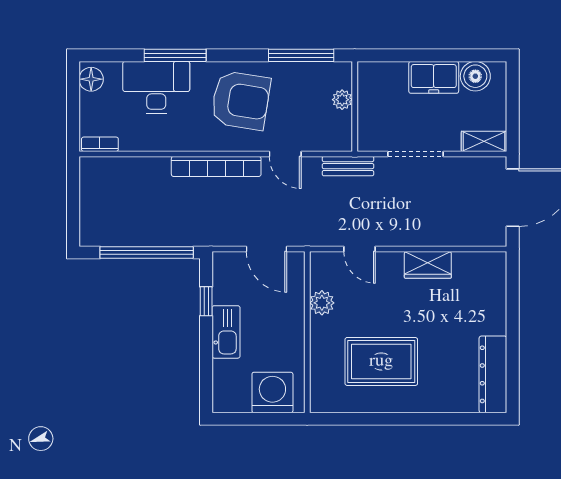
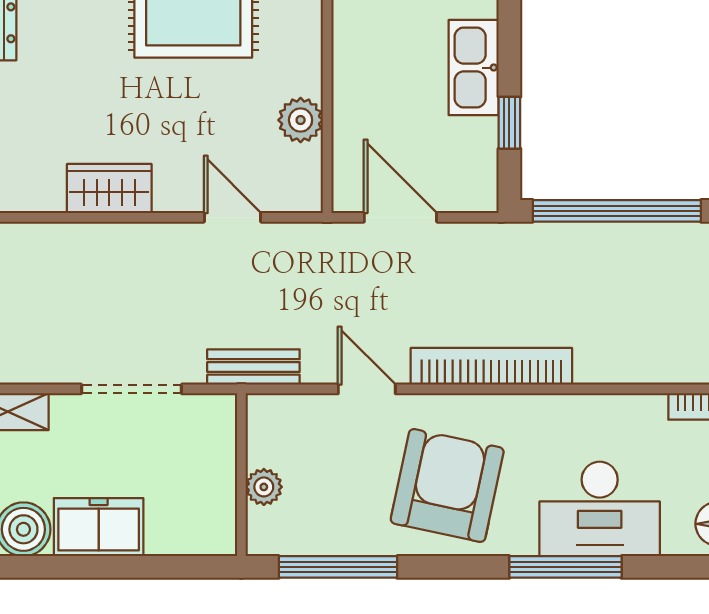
armchair: (241, 100) -> (447, 485), turned 93

